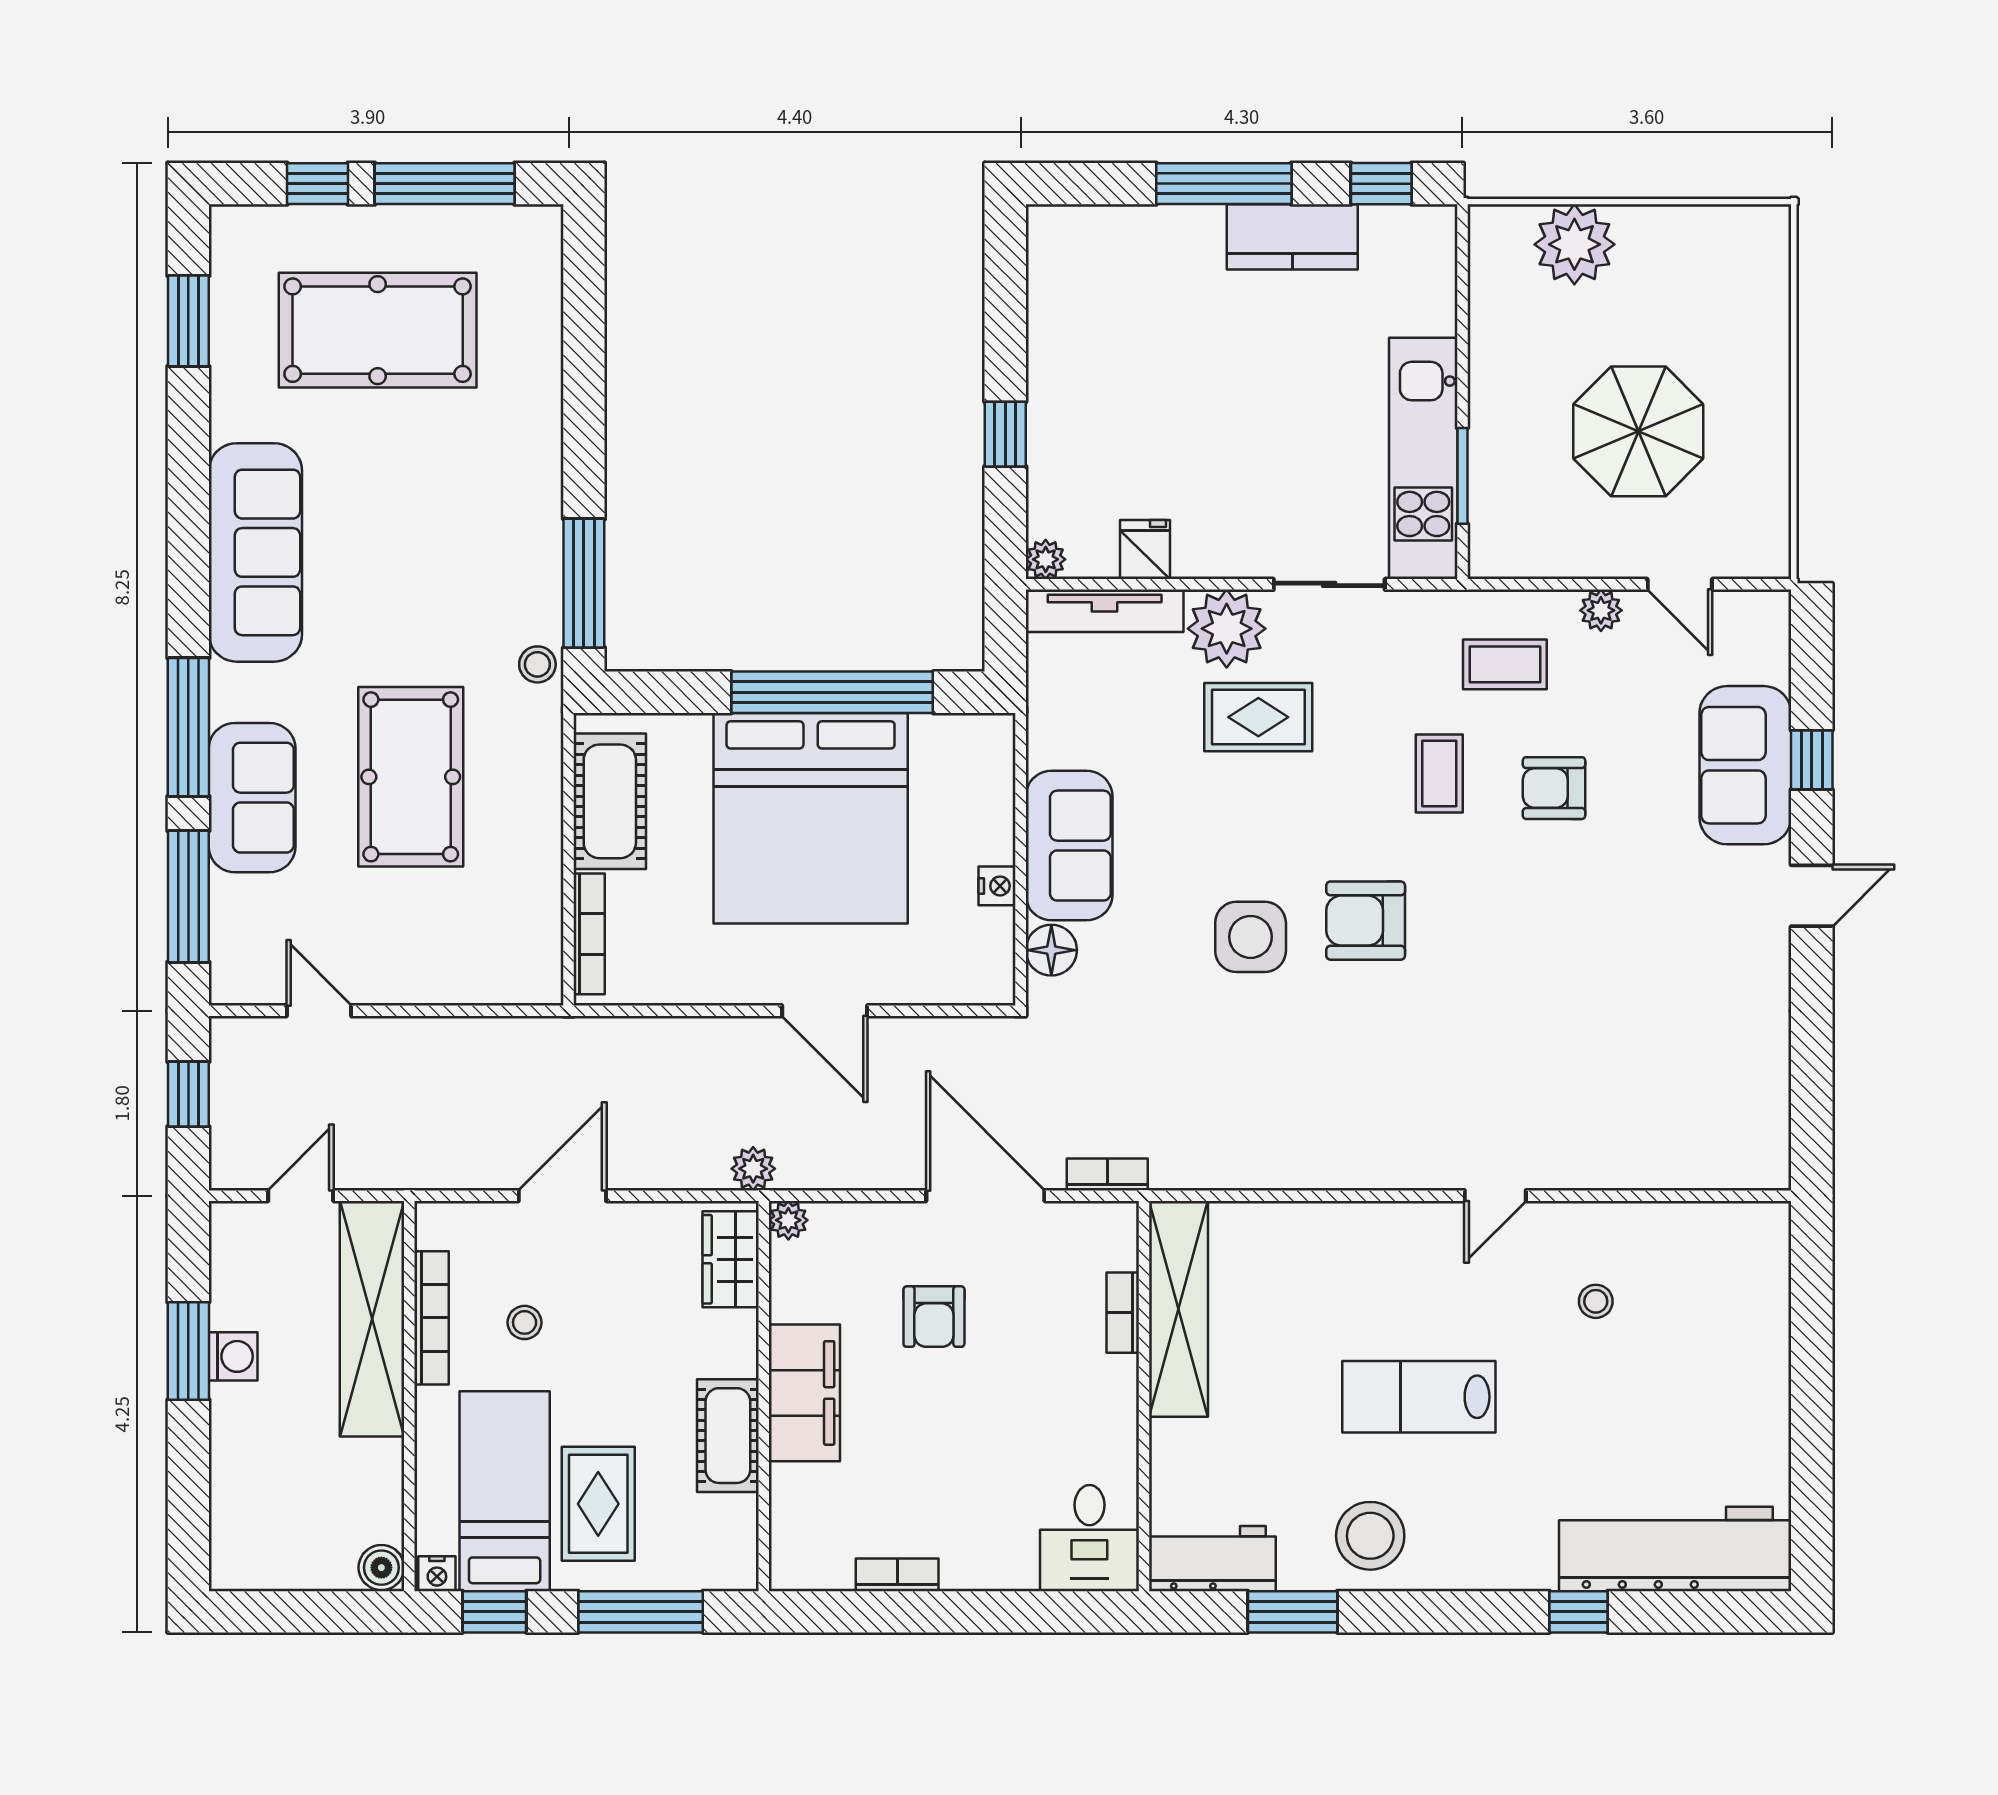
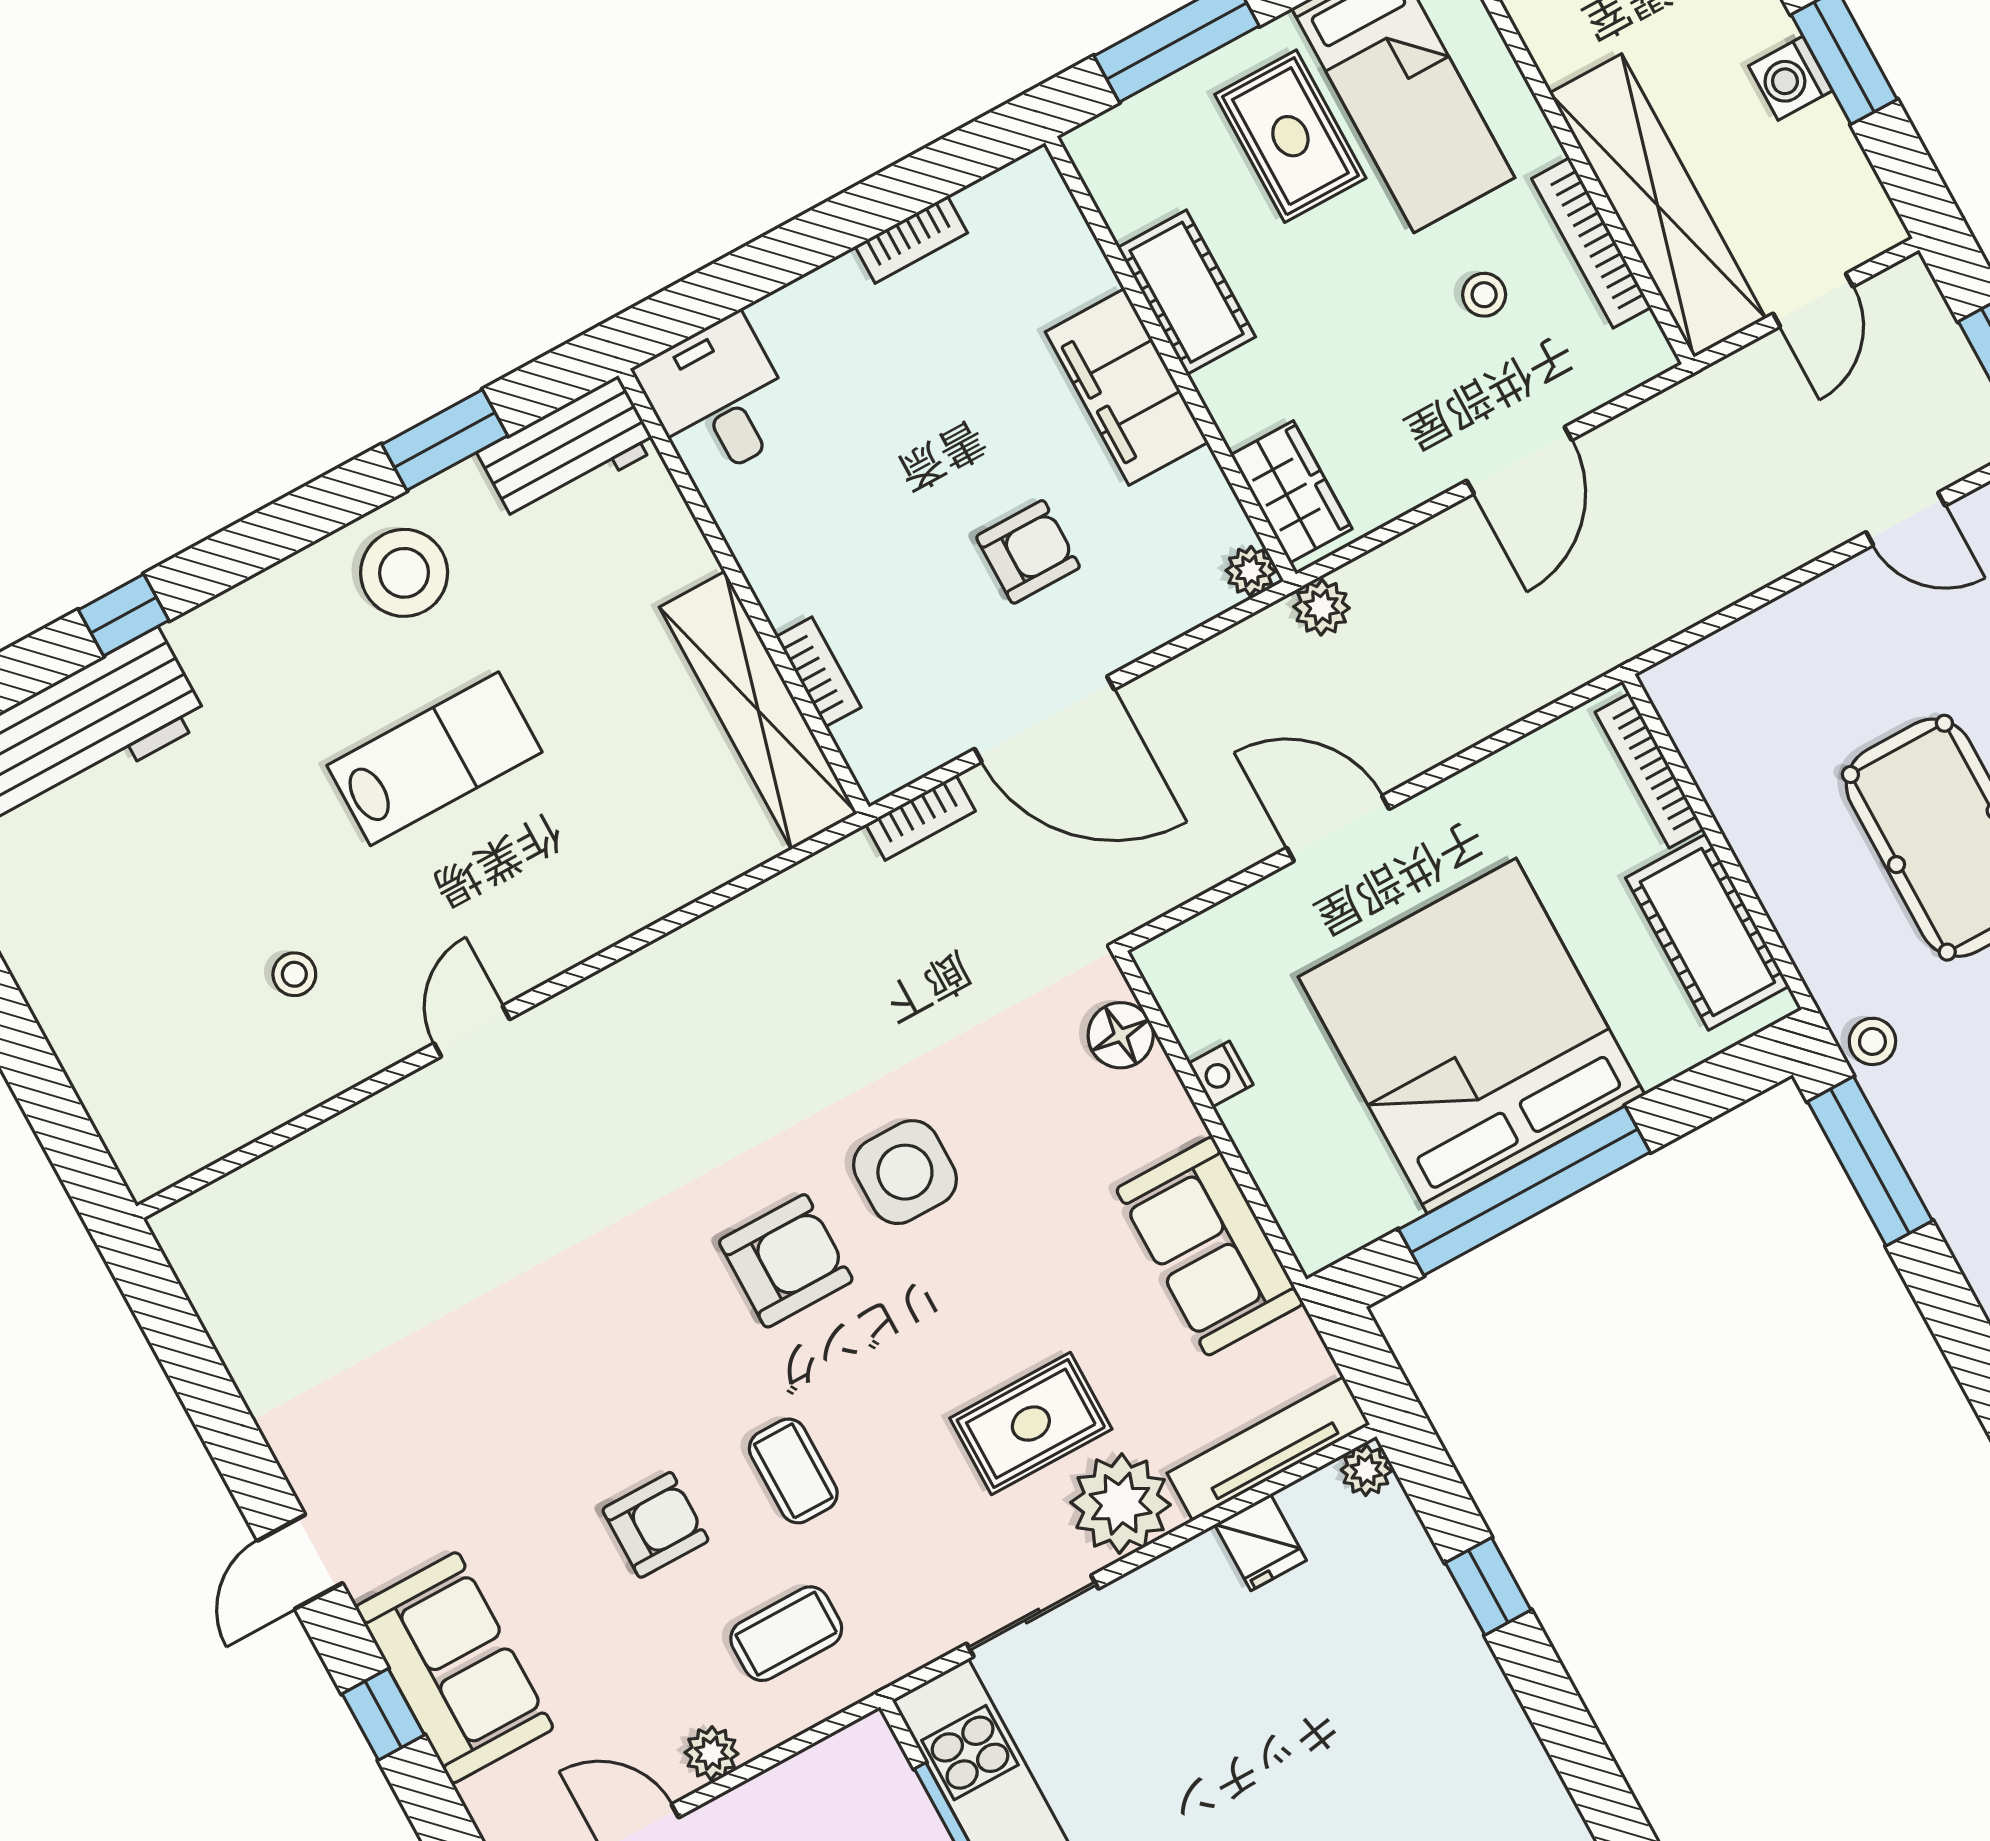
sofa: (1069, 846) -> (1210, 1246), moved
armchair: (934, 1317) -> (1028, 552), turned 90

